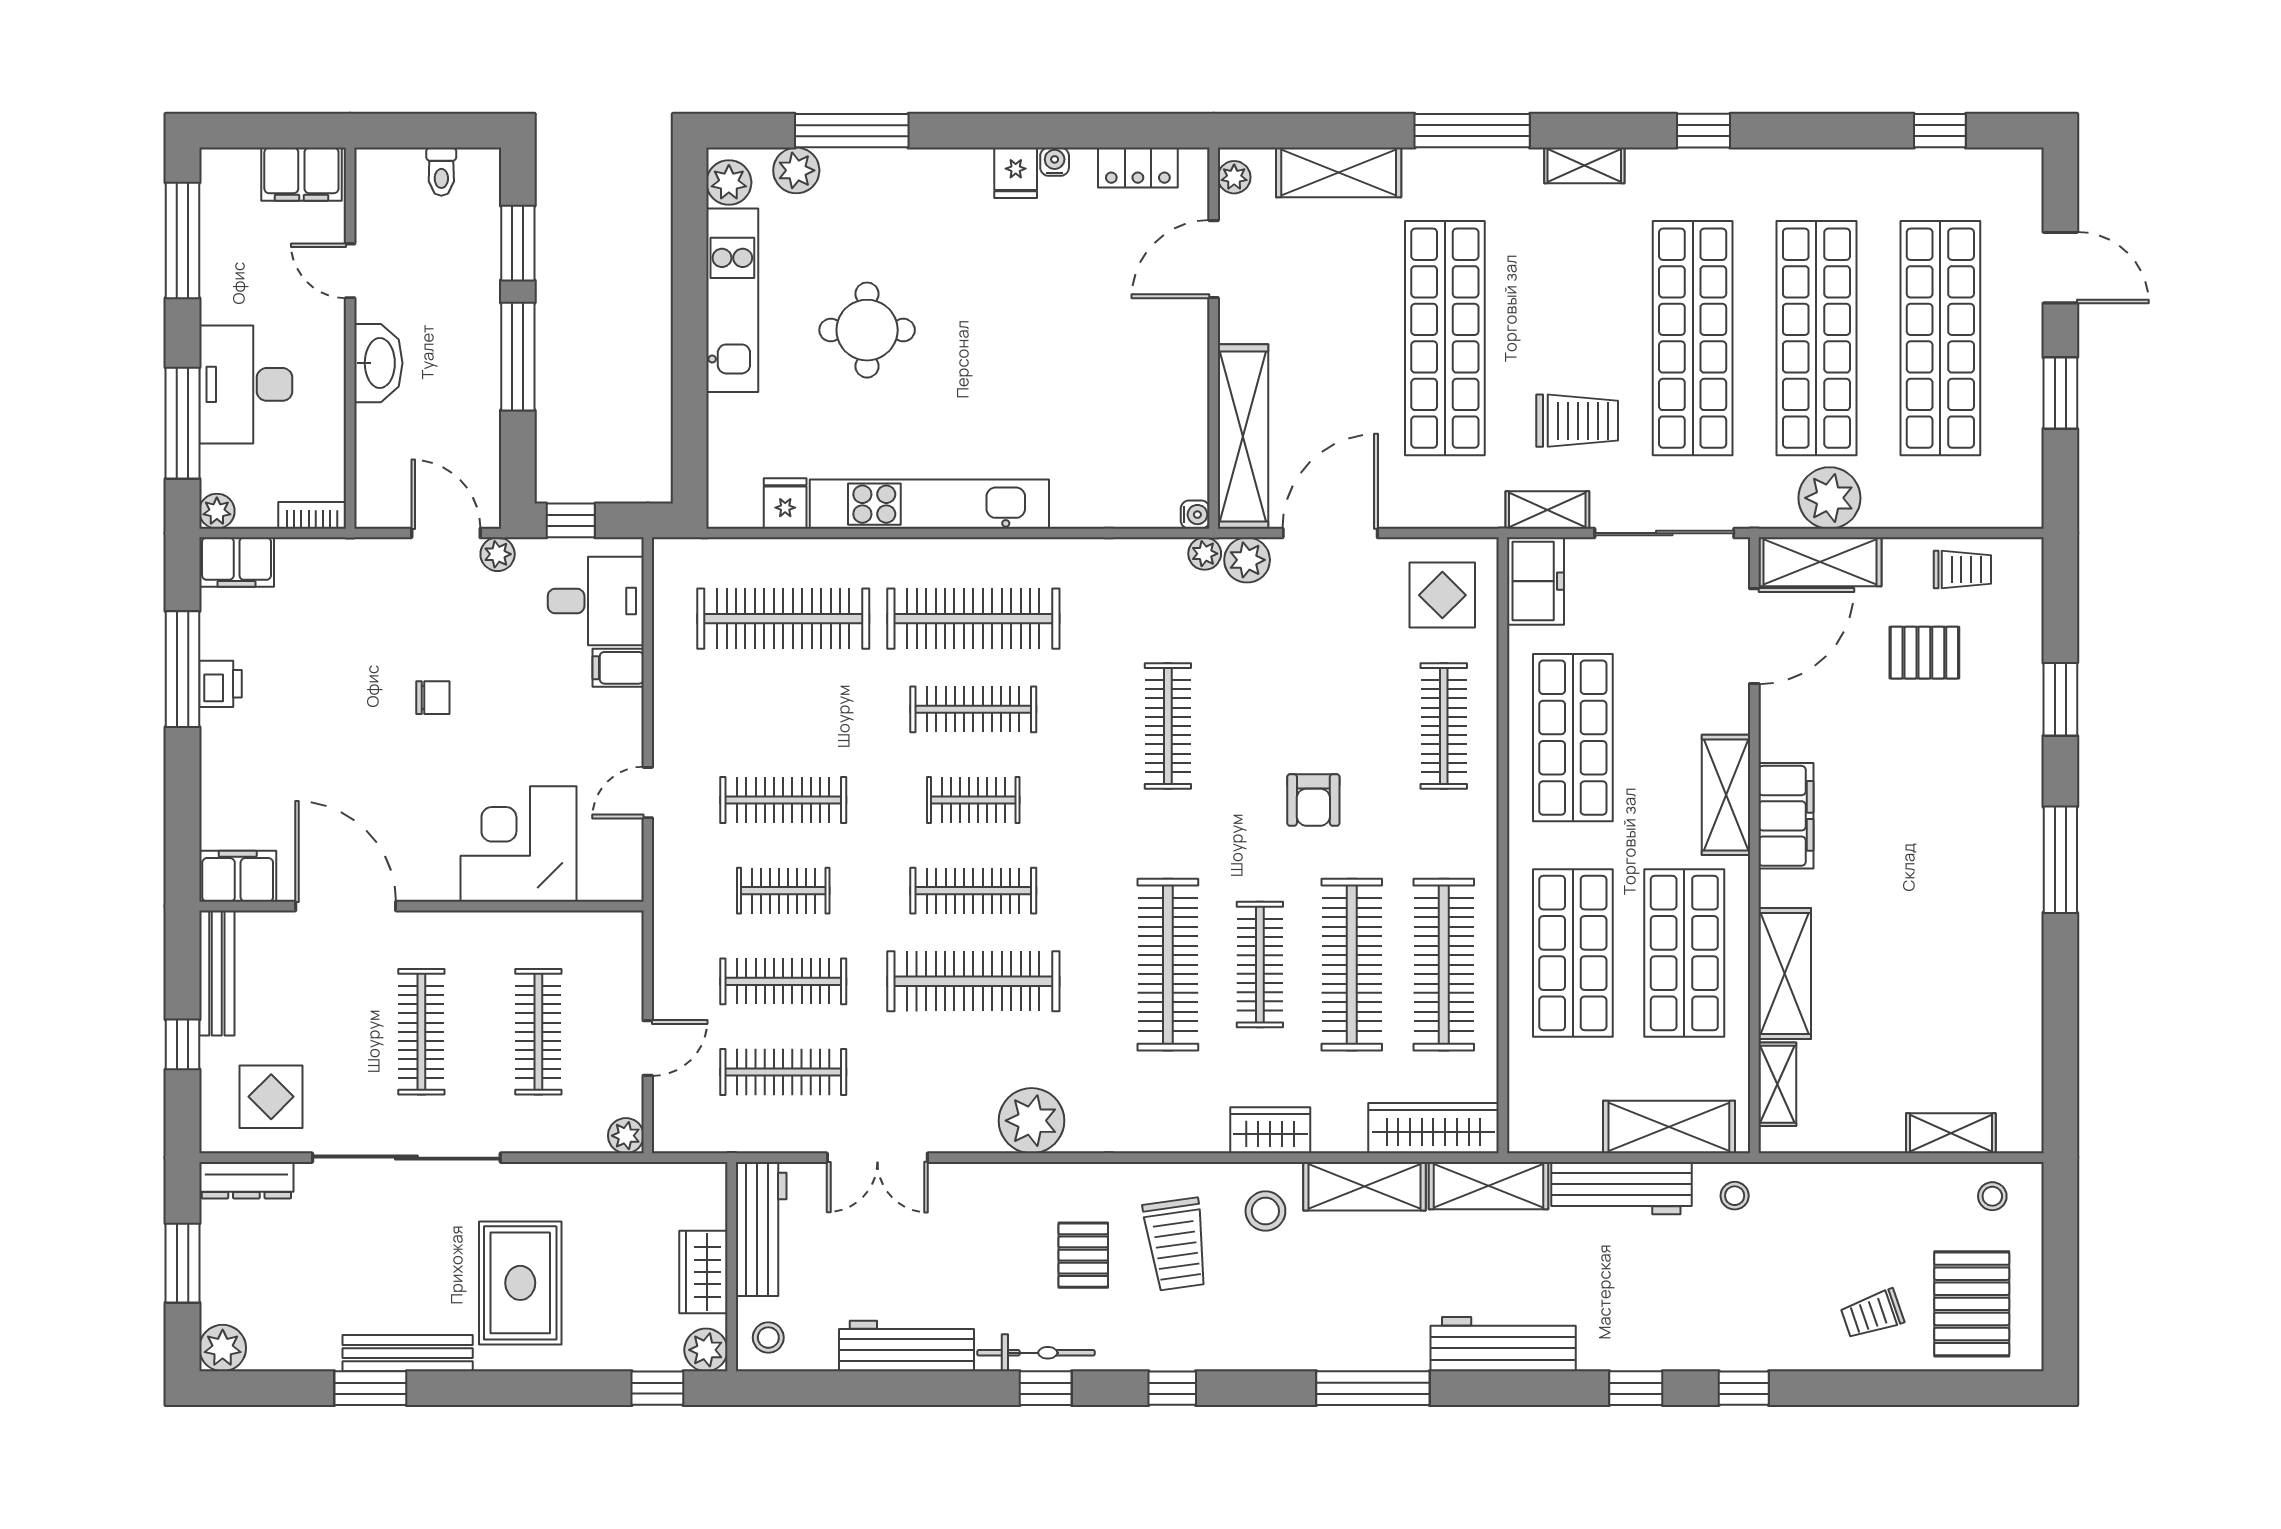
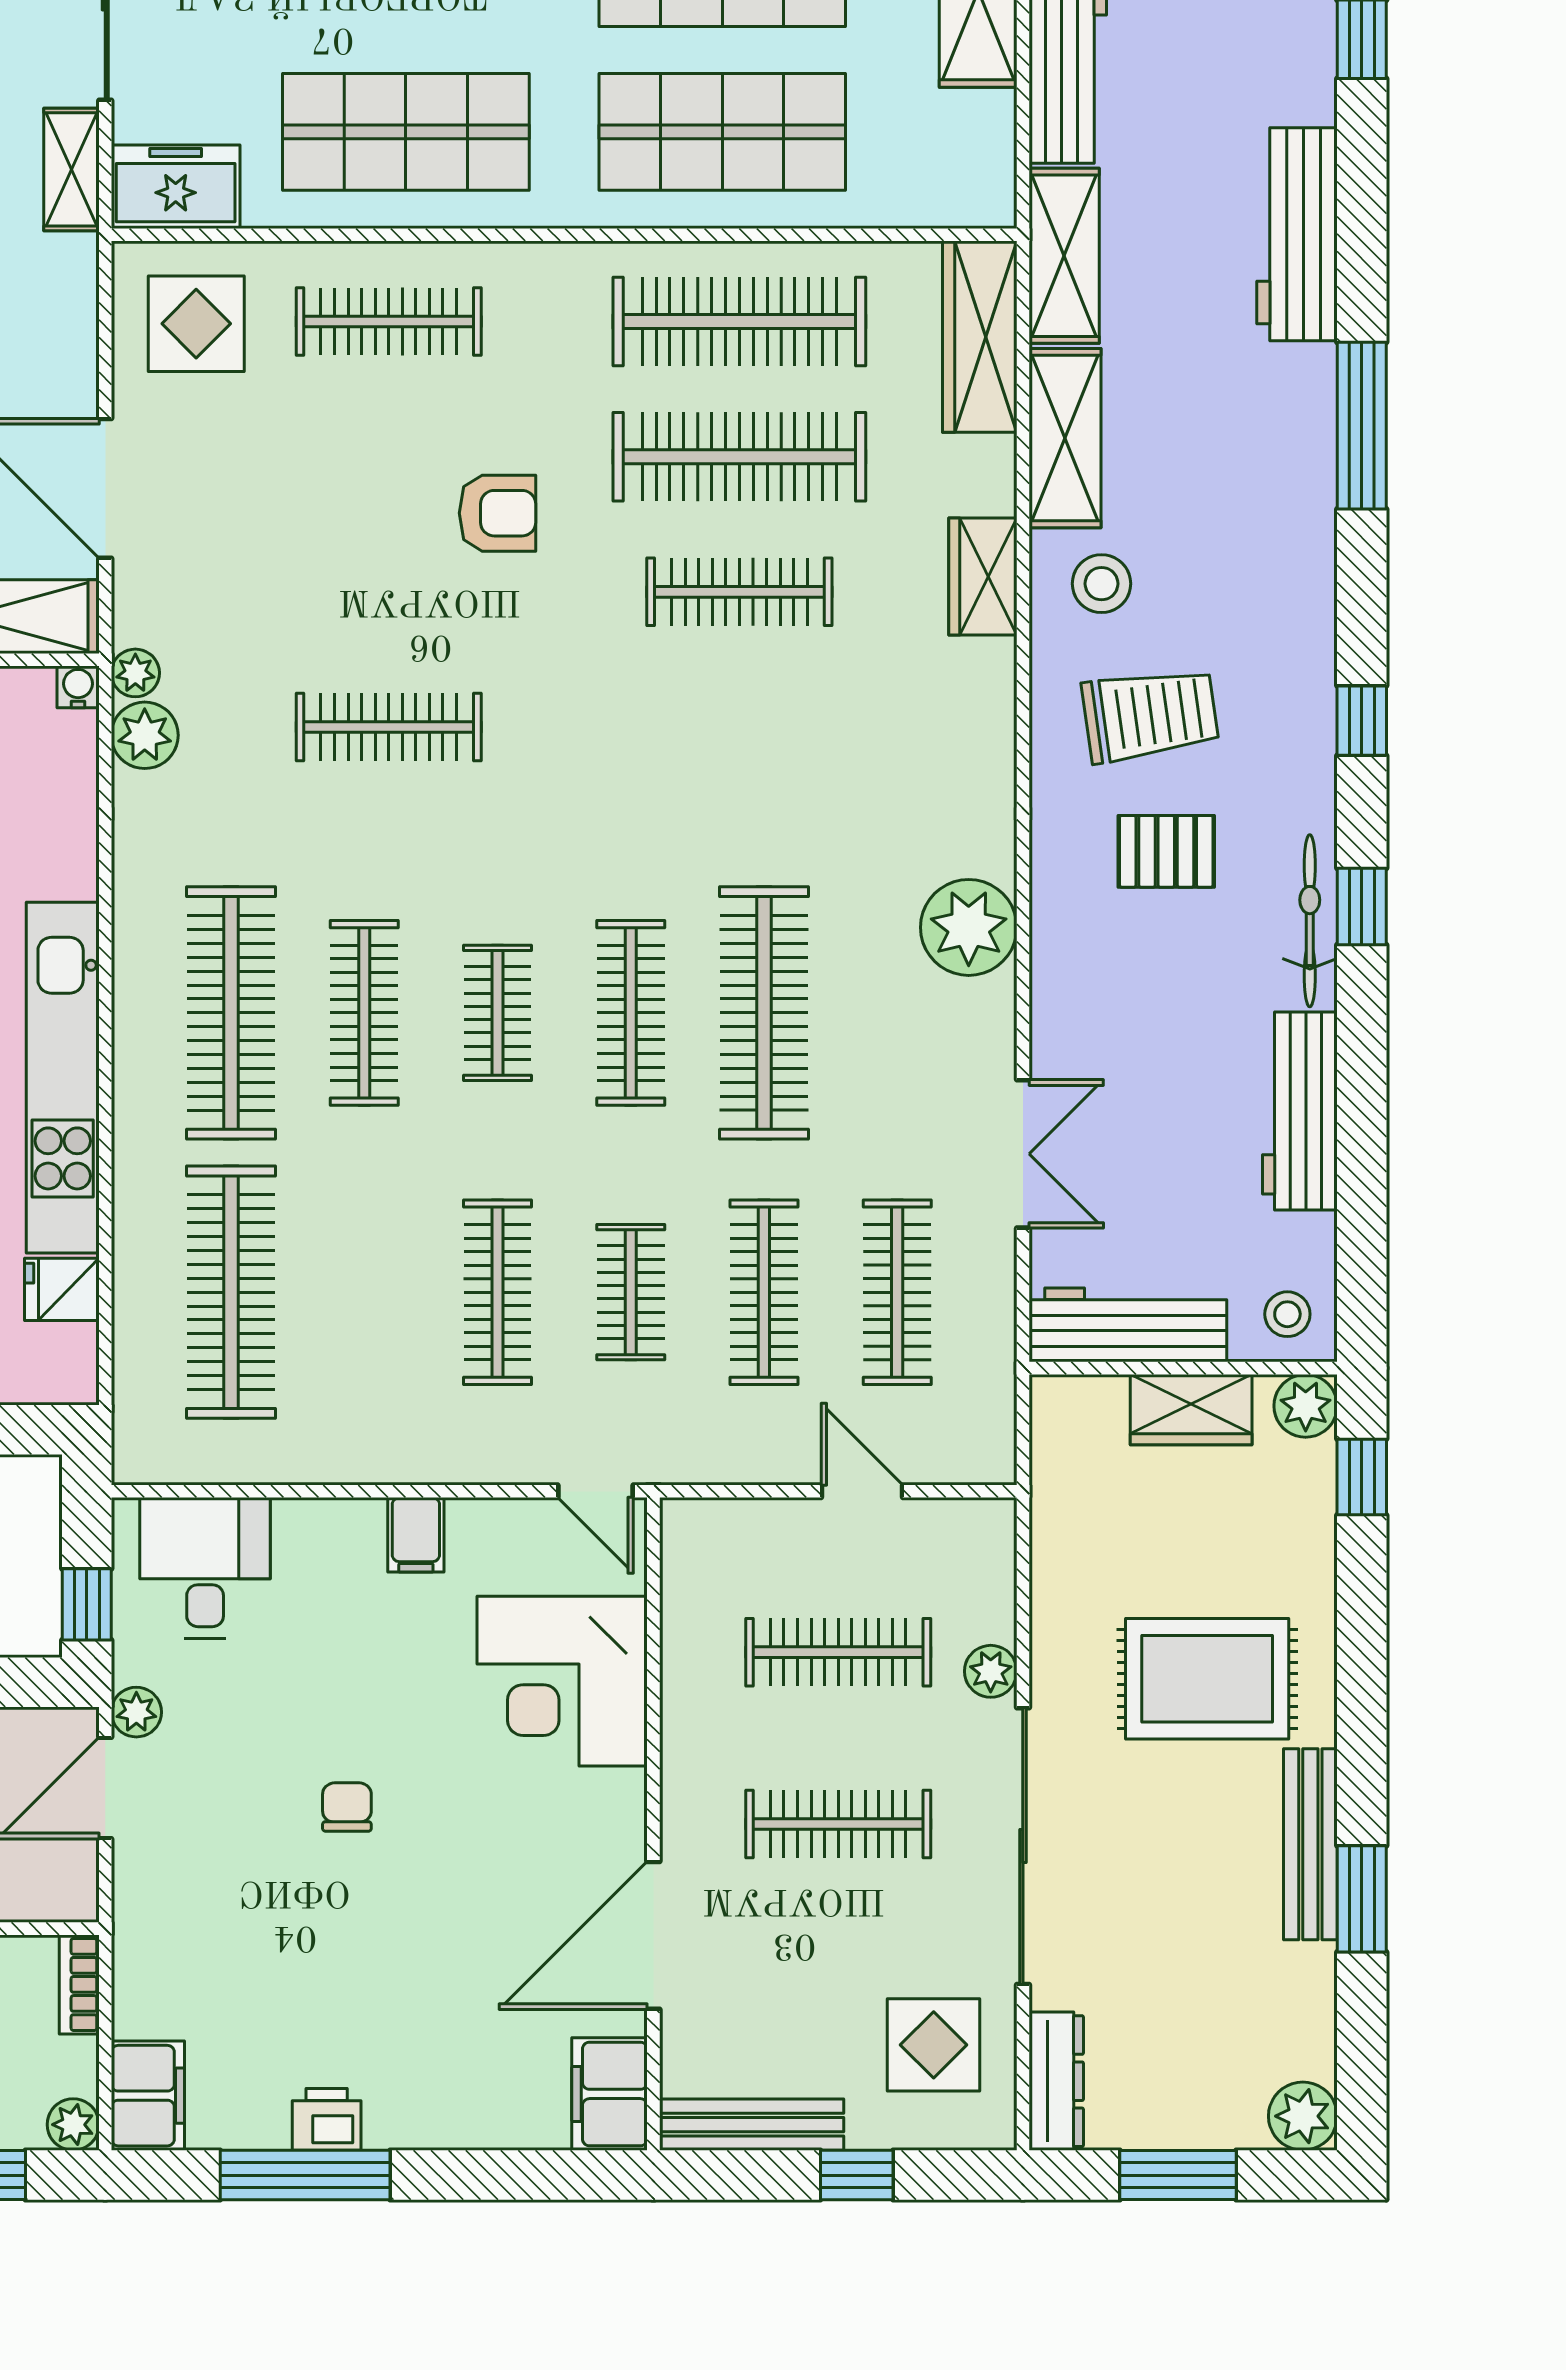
plant: (1247, 560) -> (145, 735), moved
filing cabinet: (618, 668) -> (416, 1535), moved
door: (648, 793) -> (596, 1491), moved
clothes rail: (1168, 965) -> (739, 727), removed
plant: (626, 1136) -> (991, 1671), moved

